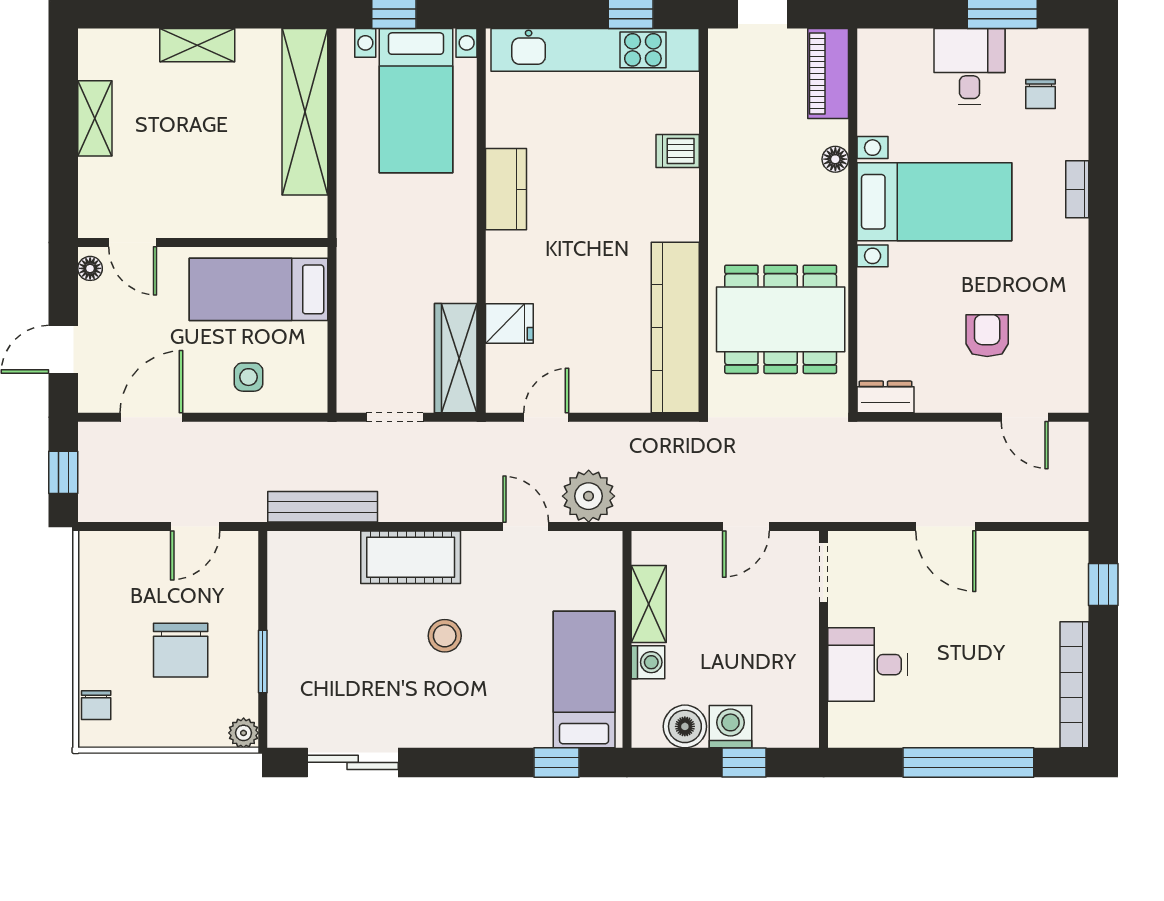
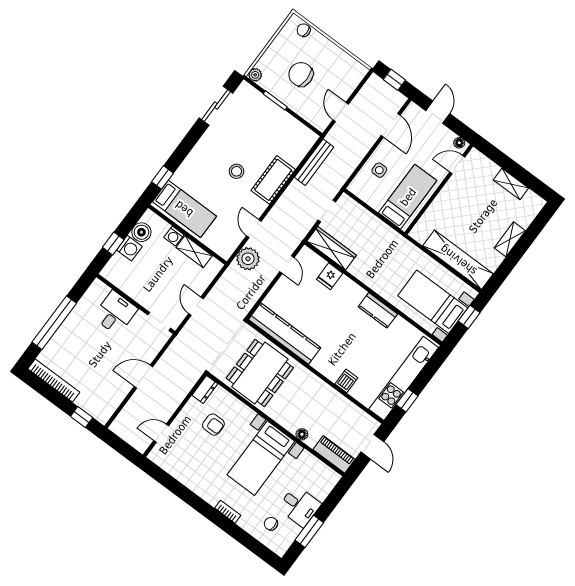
armchair: (987, 336) -> (213, 425), moved
door: (526, 527) -> (254, 229), swing flipped

